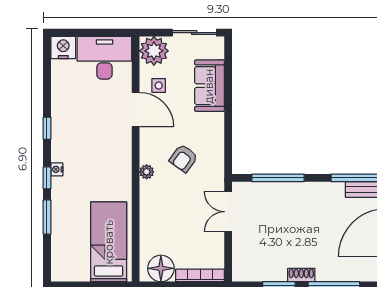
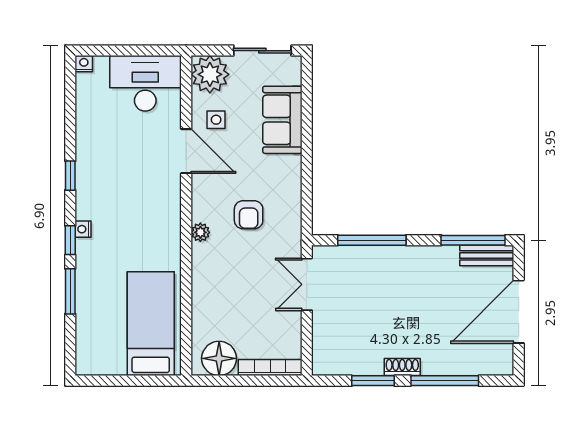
nightstand: (63, 48) -> (84, 64), width x0.53, depth x0.56
armchair: (184, 158) -> (249, 215), turned -36

